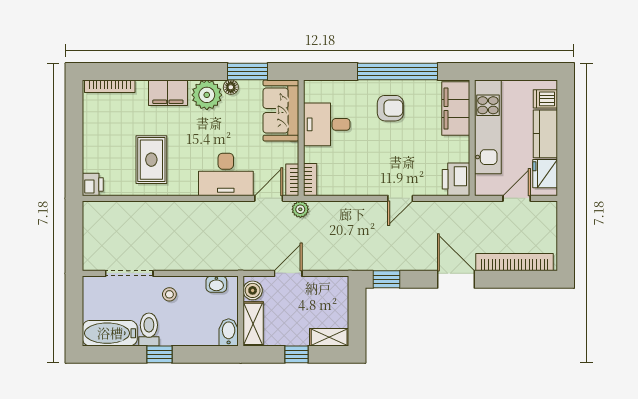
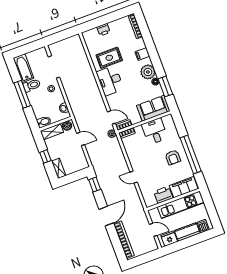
filing cabinet: (168, 93) -> (142, 54), width x0.50
desk: (226, 174) -> (110, 81), moved
printer: (456, 179) -> (163, 195), moved
printer: (93, 184) -> (104, 30), moved
window: (159, 354) -> (22, 94), width x2.17

